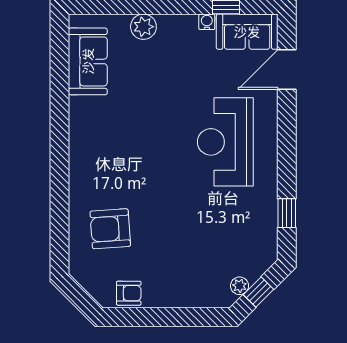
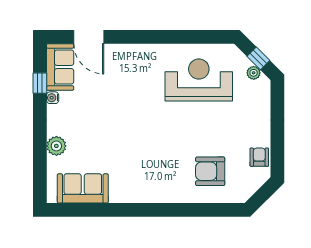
reception desk: (225, 142) -> (199, 80), moved, turned 180
window: (287, 213) -> (198, 37), removed
armchair: (110, 229) -> (210, 171), turned 94

